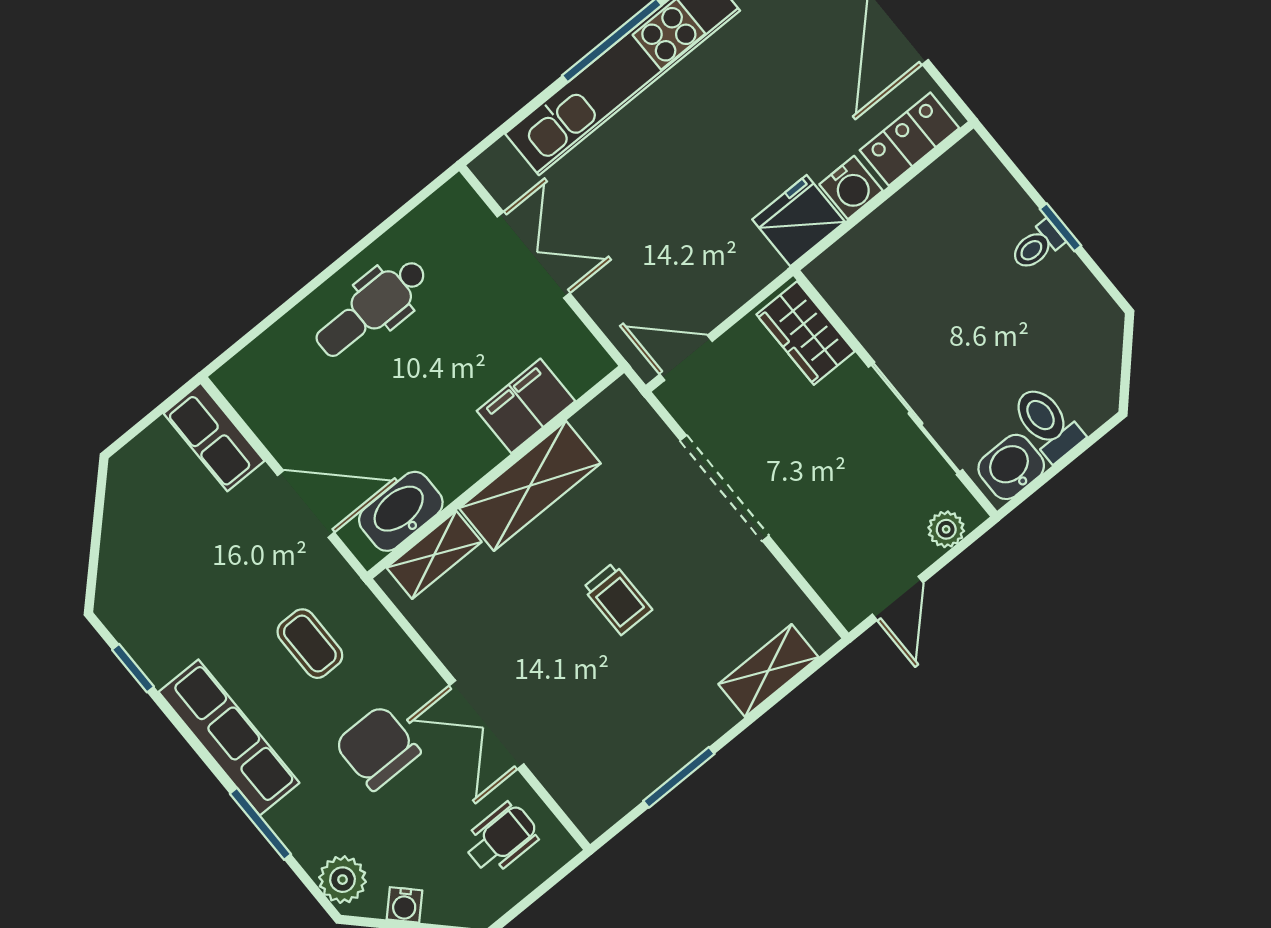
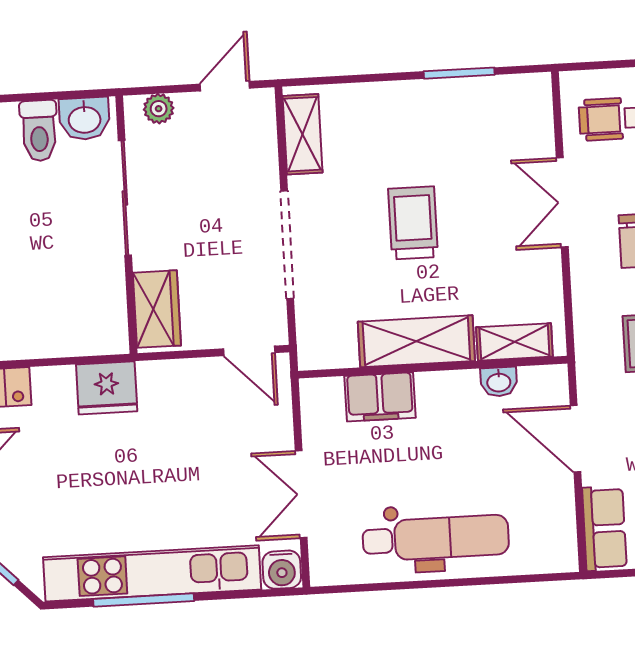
water cooler: (851, 188) -> (282, 570), moved, turned 180
dental chair: (371, 308) -> (436, 538), width x1.36, depth x1.38
washbasin: (401, 511) -> (499, 382), width x0.52, depth x0.69
trolley: (617, 599) -> (413, 223), width x1.36, depth x1.39
shelving: (768, 671) -> (303, 134), moved, turned 90
double door: (487, 725) -> (562, 202), swing flipped

